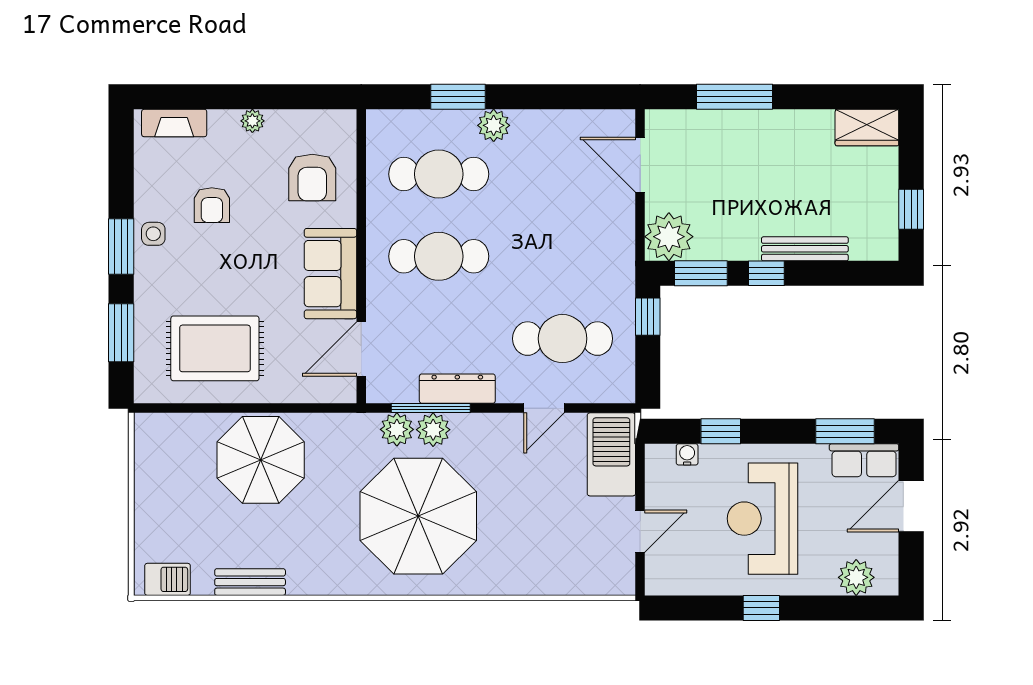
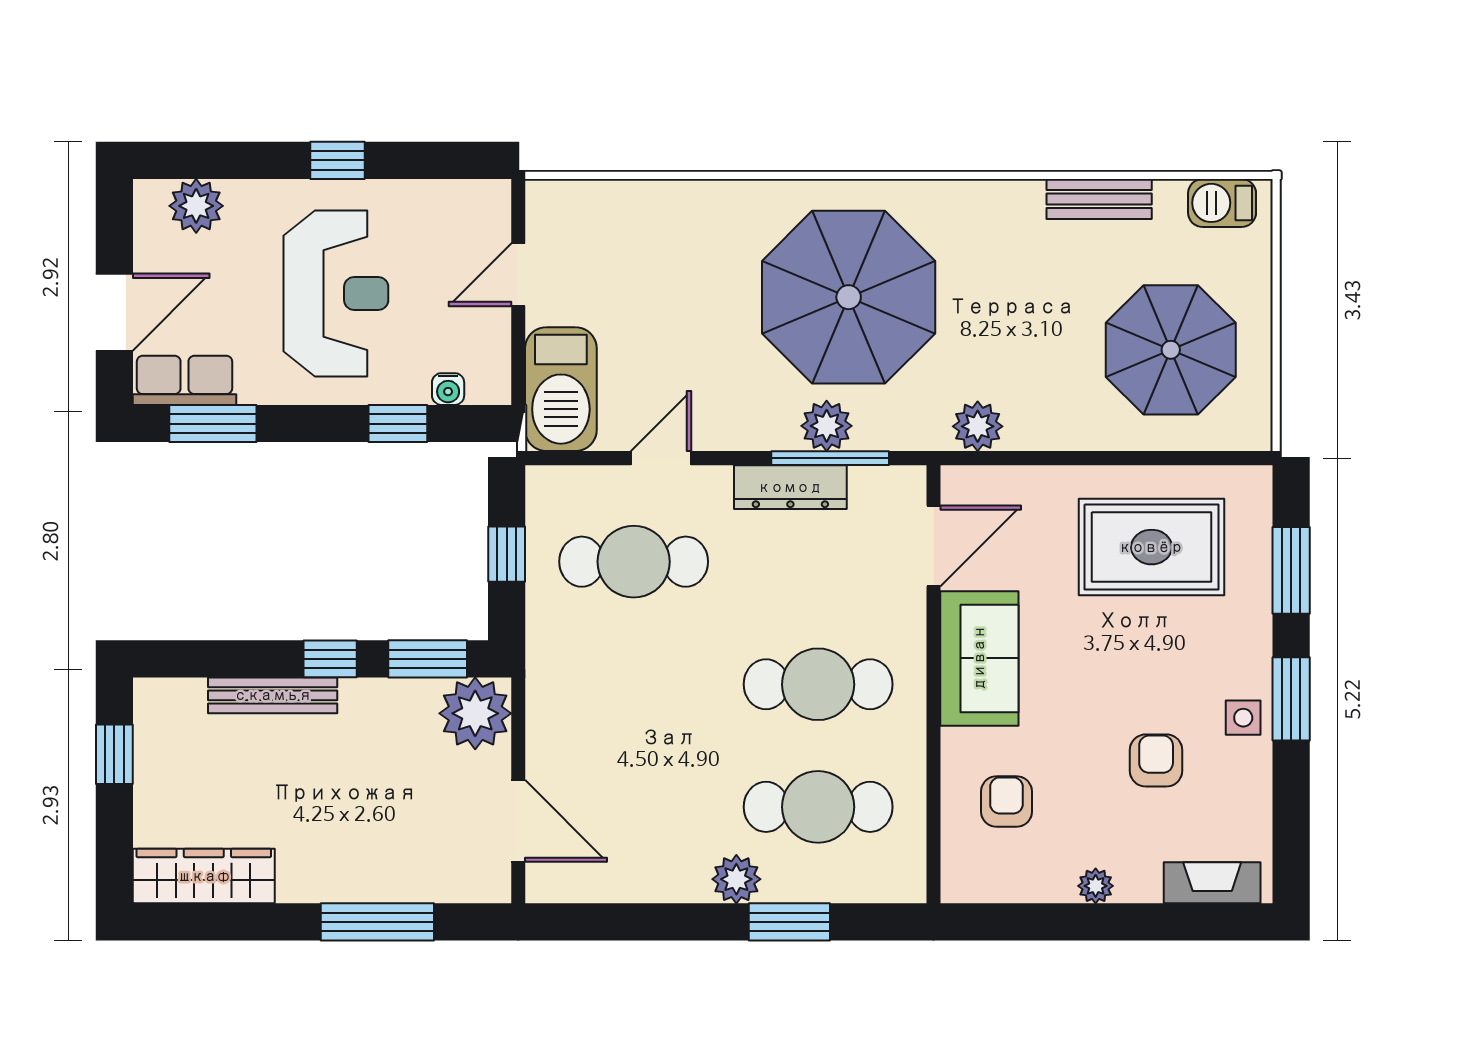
wardrobe: (867, 128) -> (204, 876), width x1.50
armchair: (312, 178) -> (1006, 802), width x0.72, depth x0.72
window: (648, 317) -> (507, 554), moved
plant: (397, 429) -> (978, 426), moved
parasol: (261, 460) -> (1171, 350), moved

